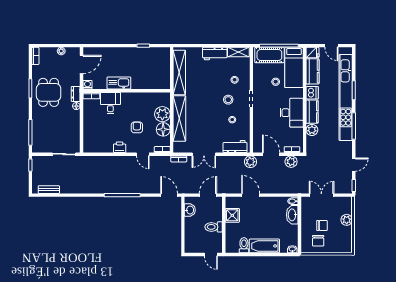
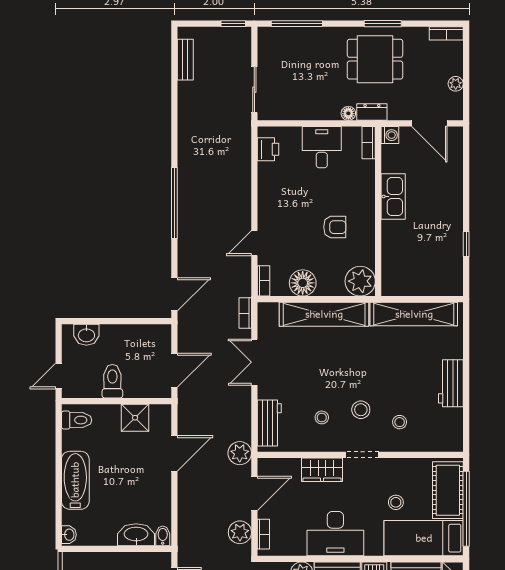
shelving: (238, 52) -> (454, 429), removed
desk: (110, 103) -> (322, 147), moved, turned -90
plant: (162, 114) -> (360, 281), moved
wardrobe: (259, 120) -> (322, 470), added
armchair: (137, 127) -> (335, 227), moved
printer: (120, 147) -> (268, 149), moved
door: (208, 195) -> (174, 370), hinge flipped
washbasin: (190, 210) -> (86, 335), moved
toilet: (244, 245) -> (77, 420), moved

